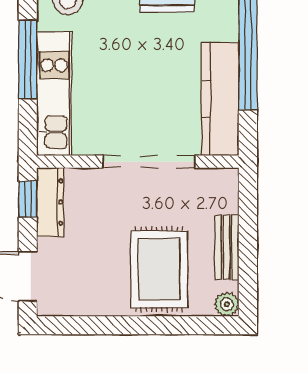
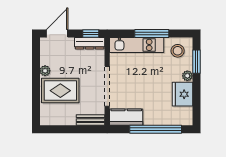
kitchen counter: (220, 99) -> (126, 117), width x0.67
bench: (227, 247) -> (91, 120), moved
plant: (227, 304) -> (45, 71), moved

